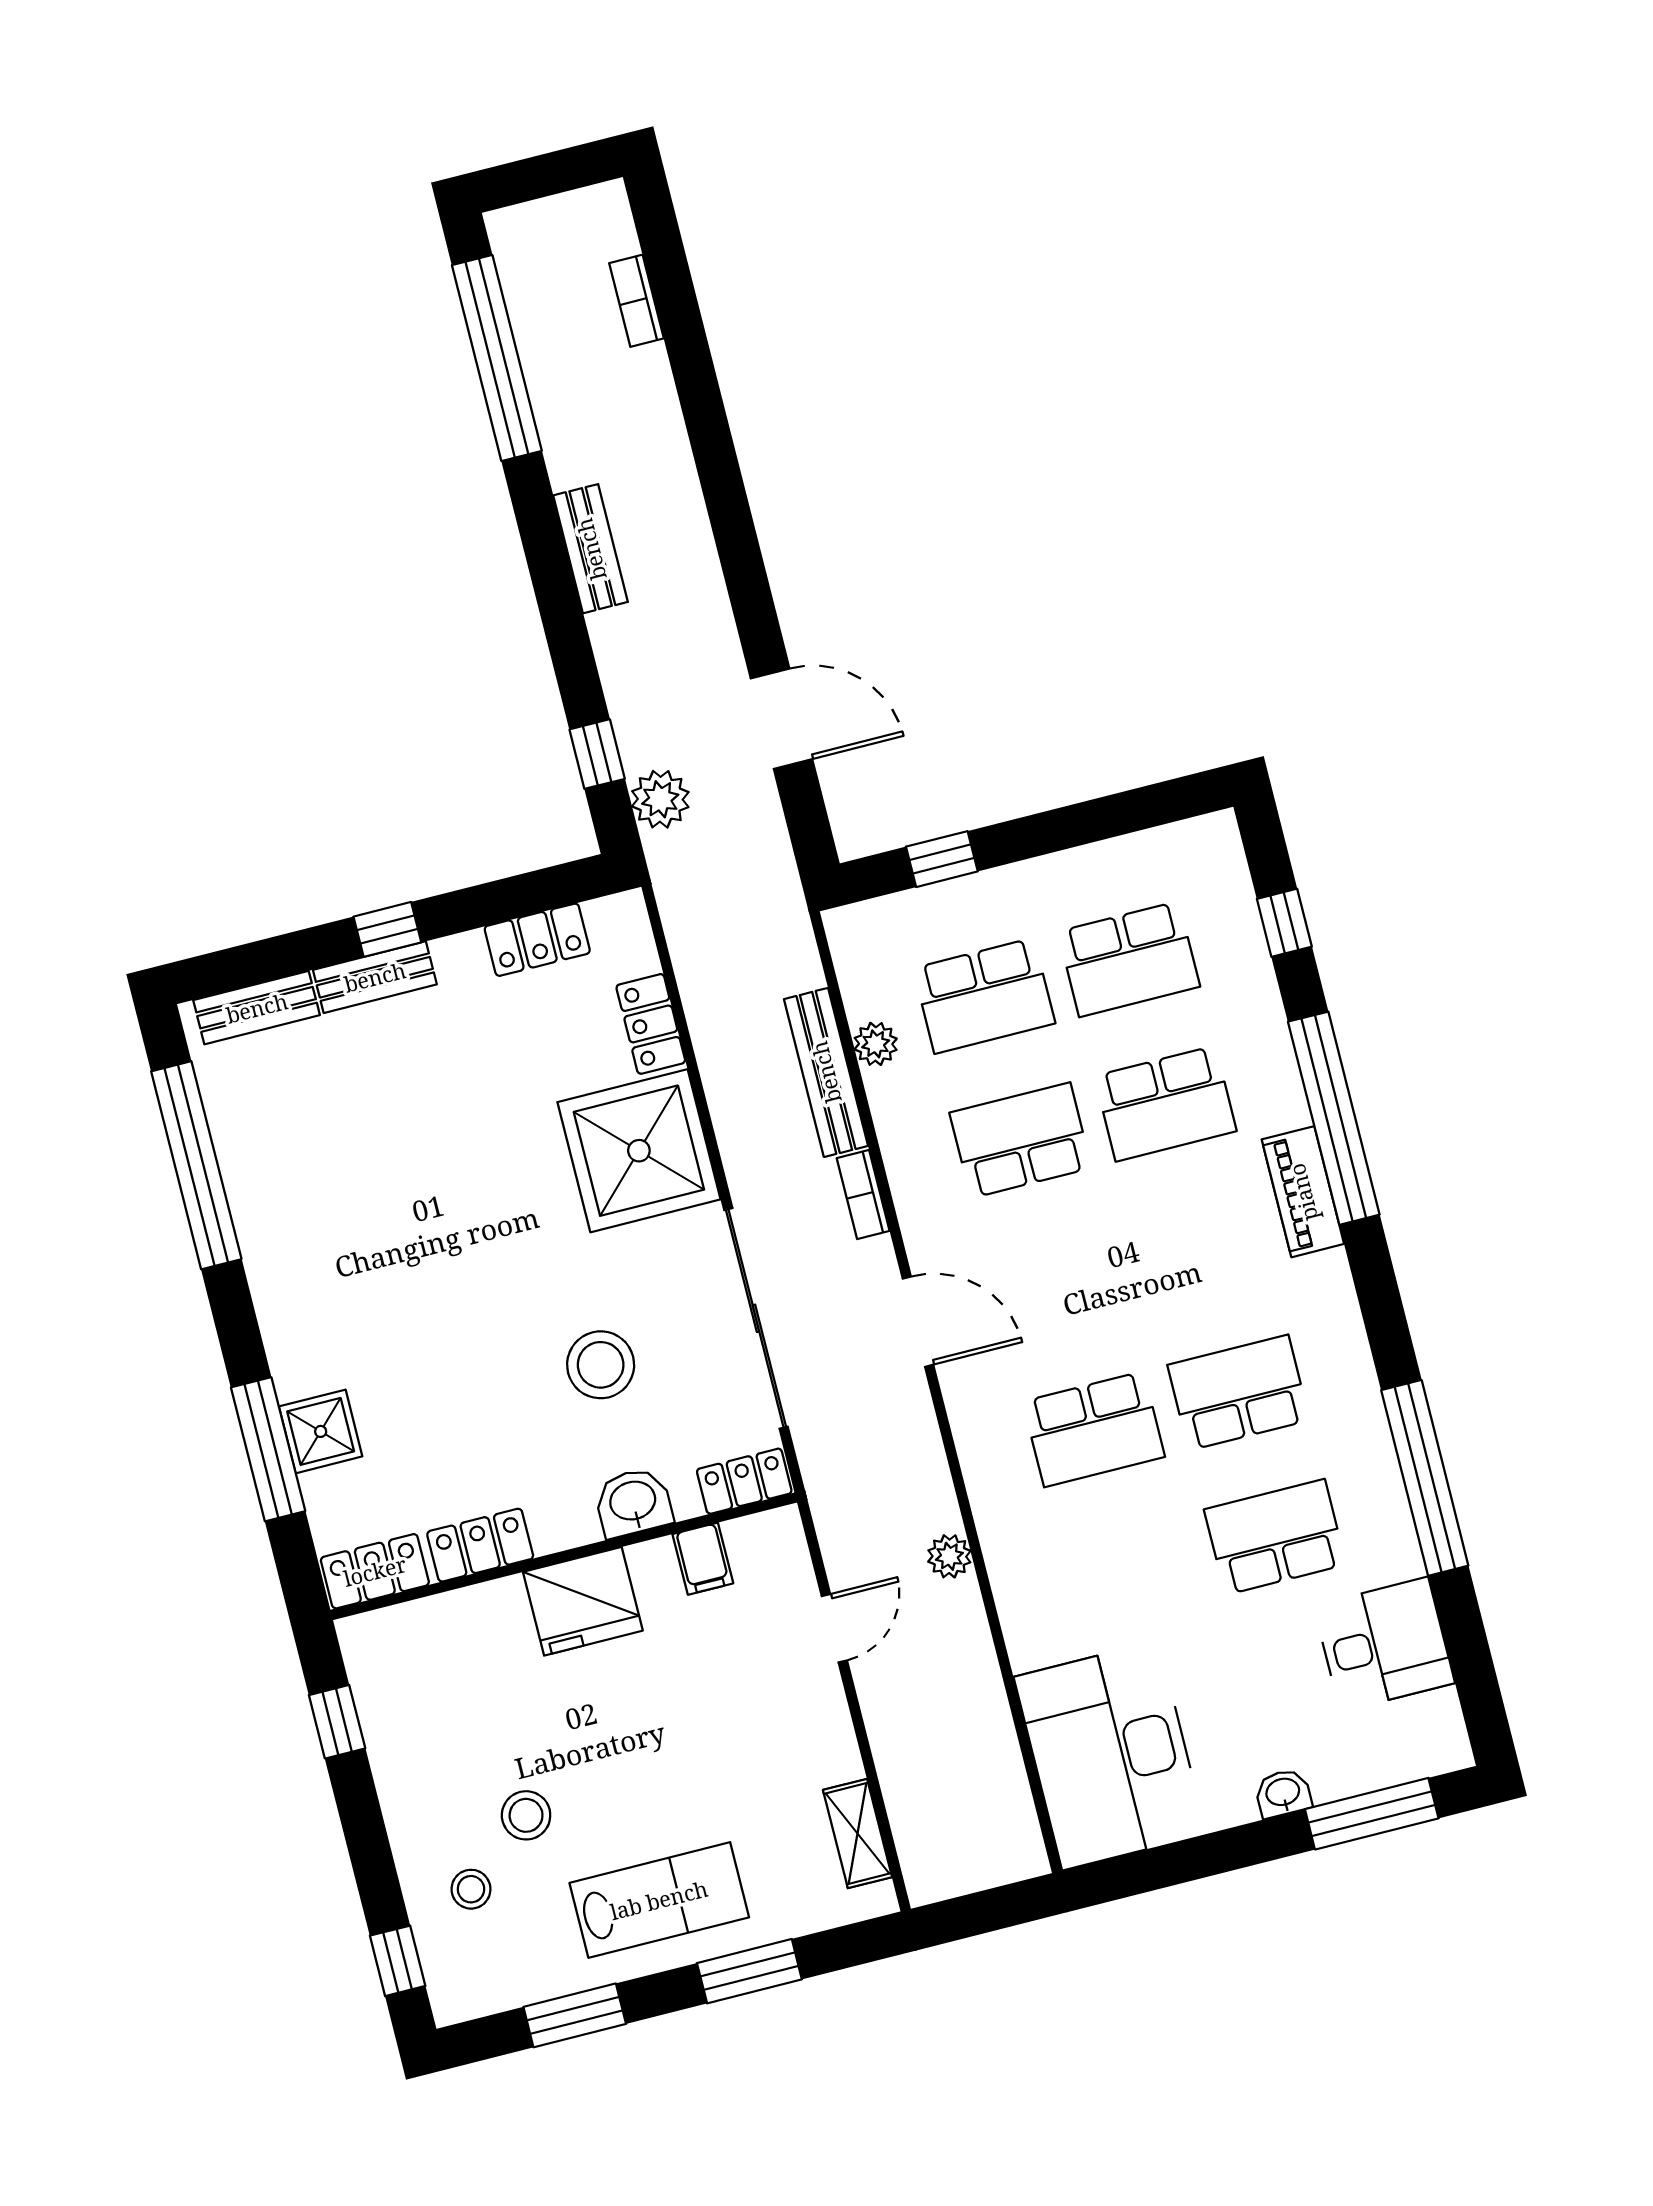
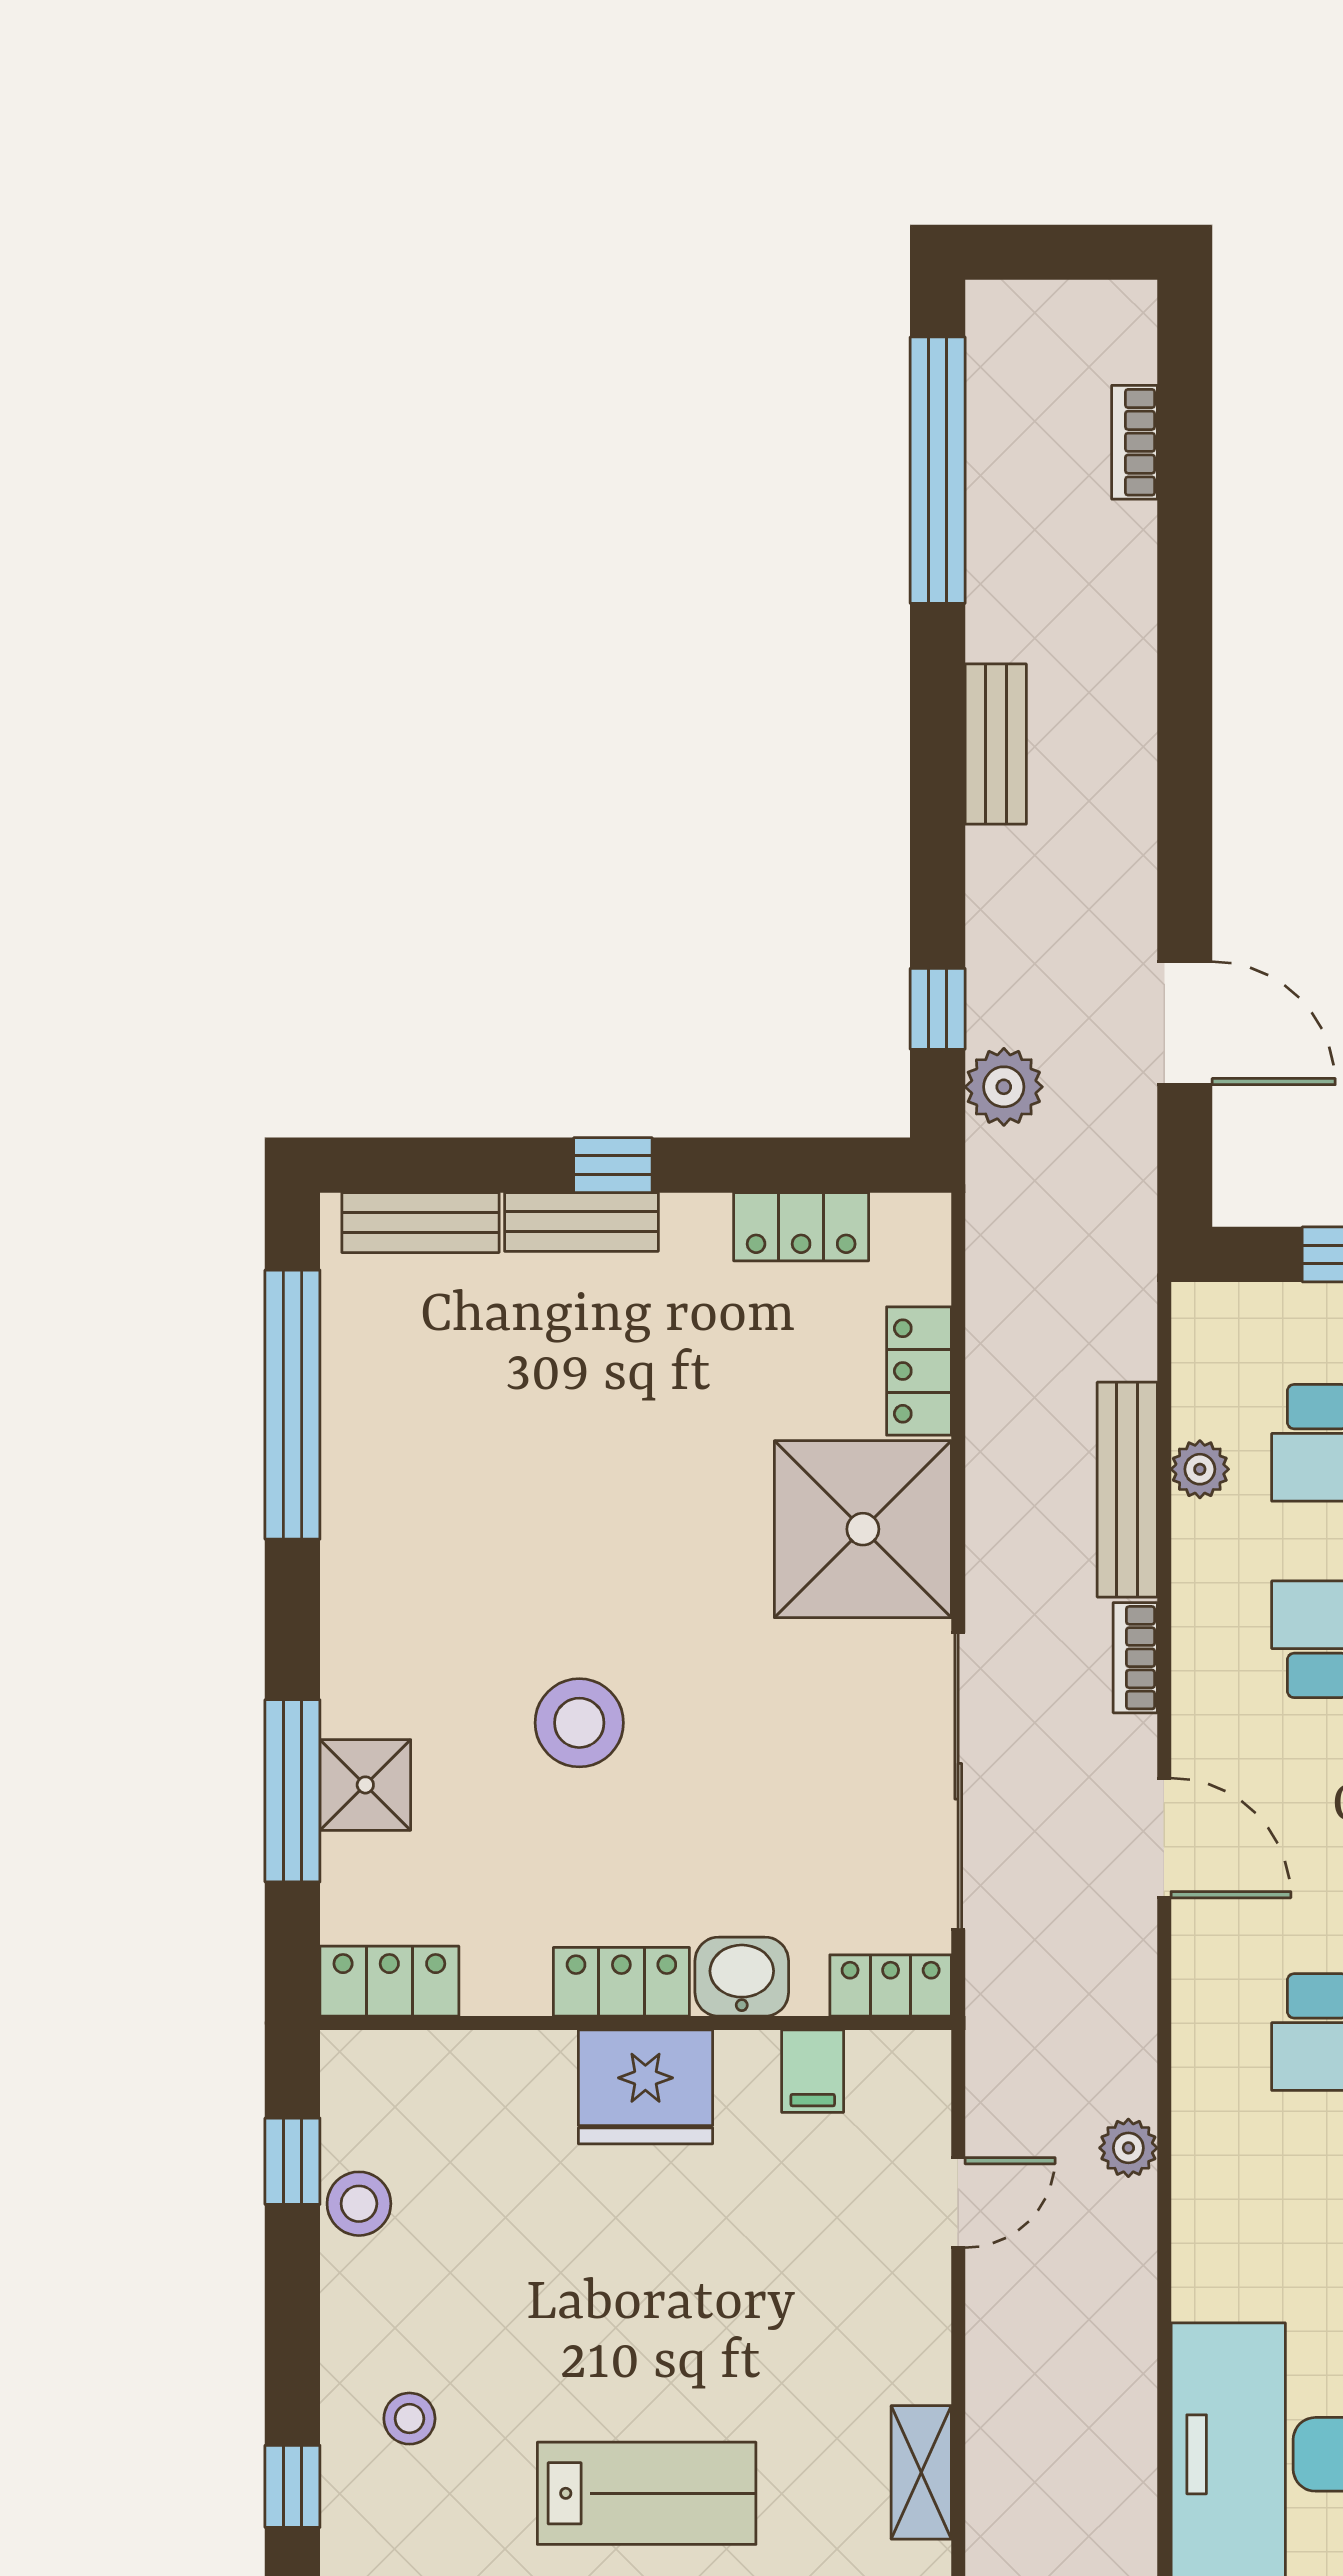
stool: (601, 1365) -> (579, 1723), moved
locker: (480, 1545) -> (621, 1982), moved
stool: (526, 1815) -> (359, 2204), moved

